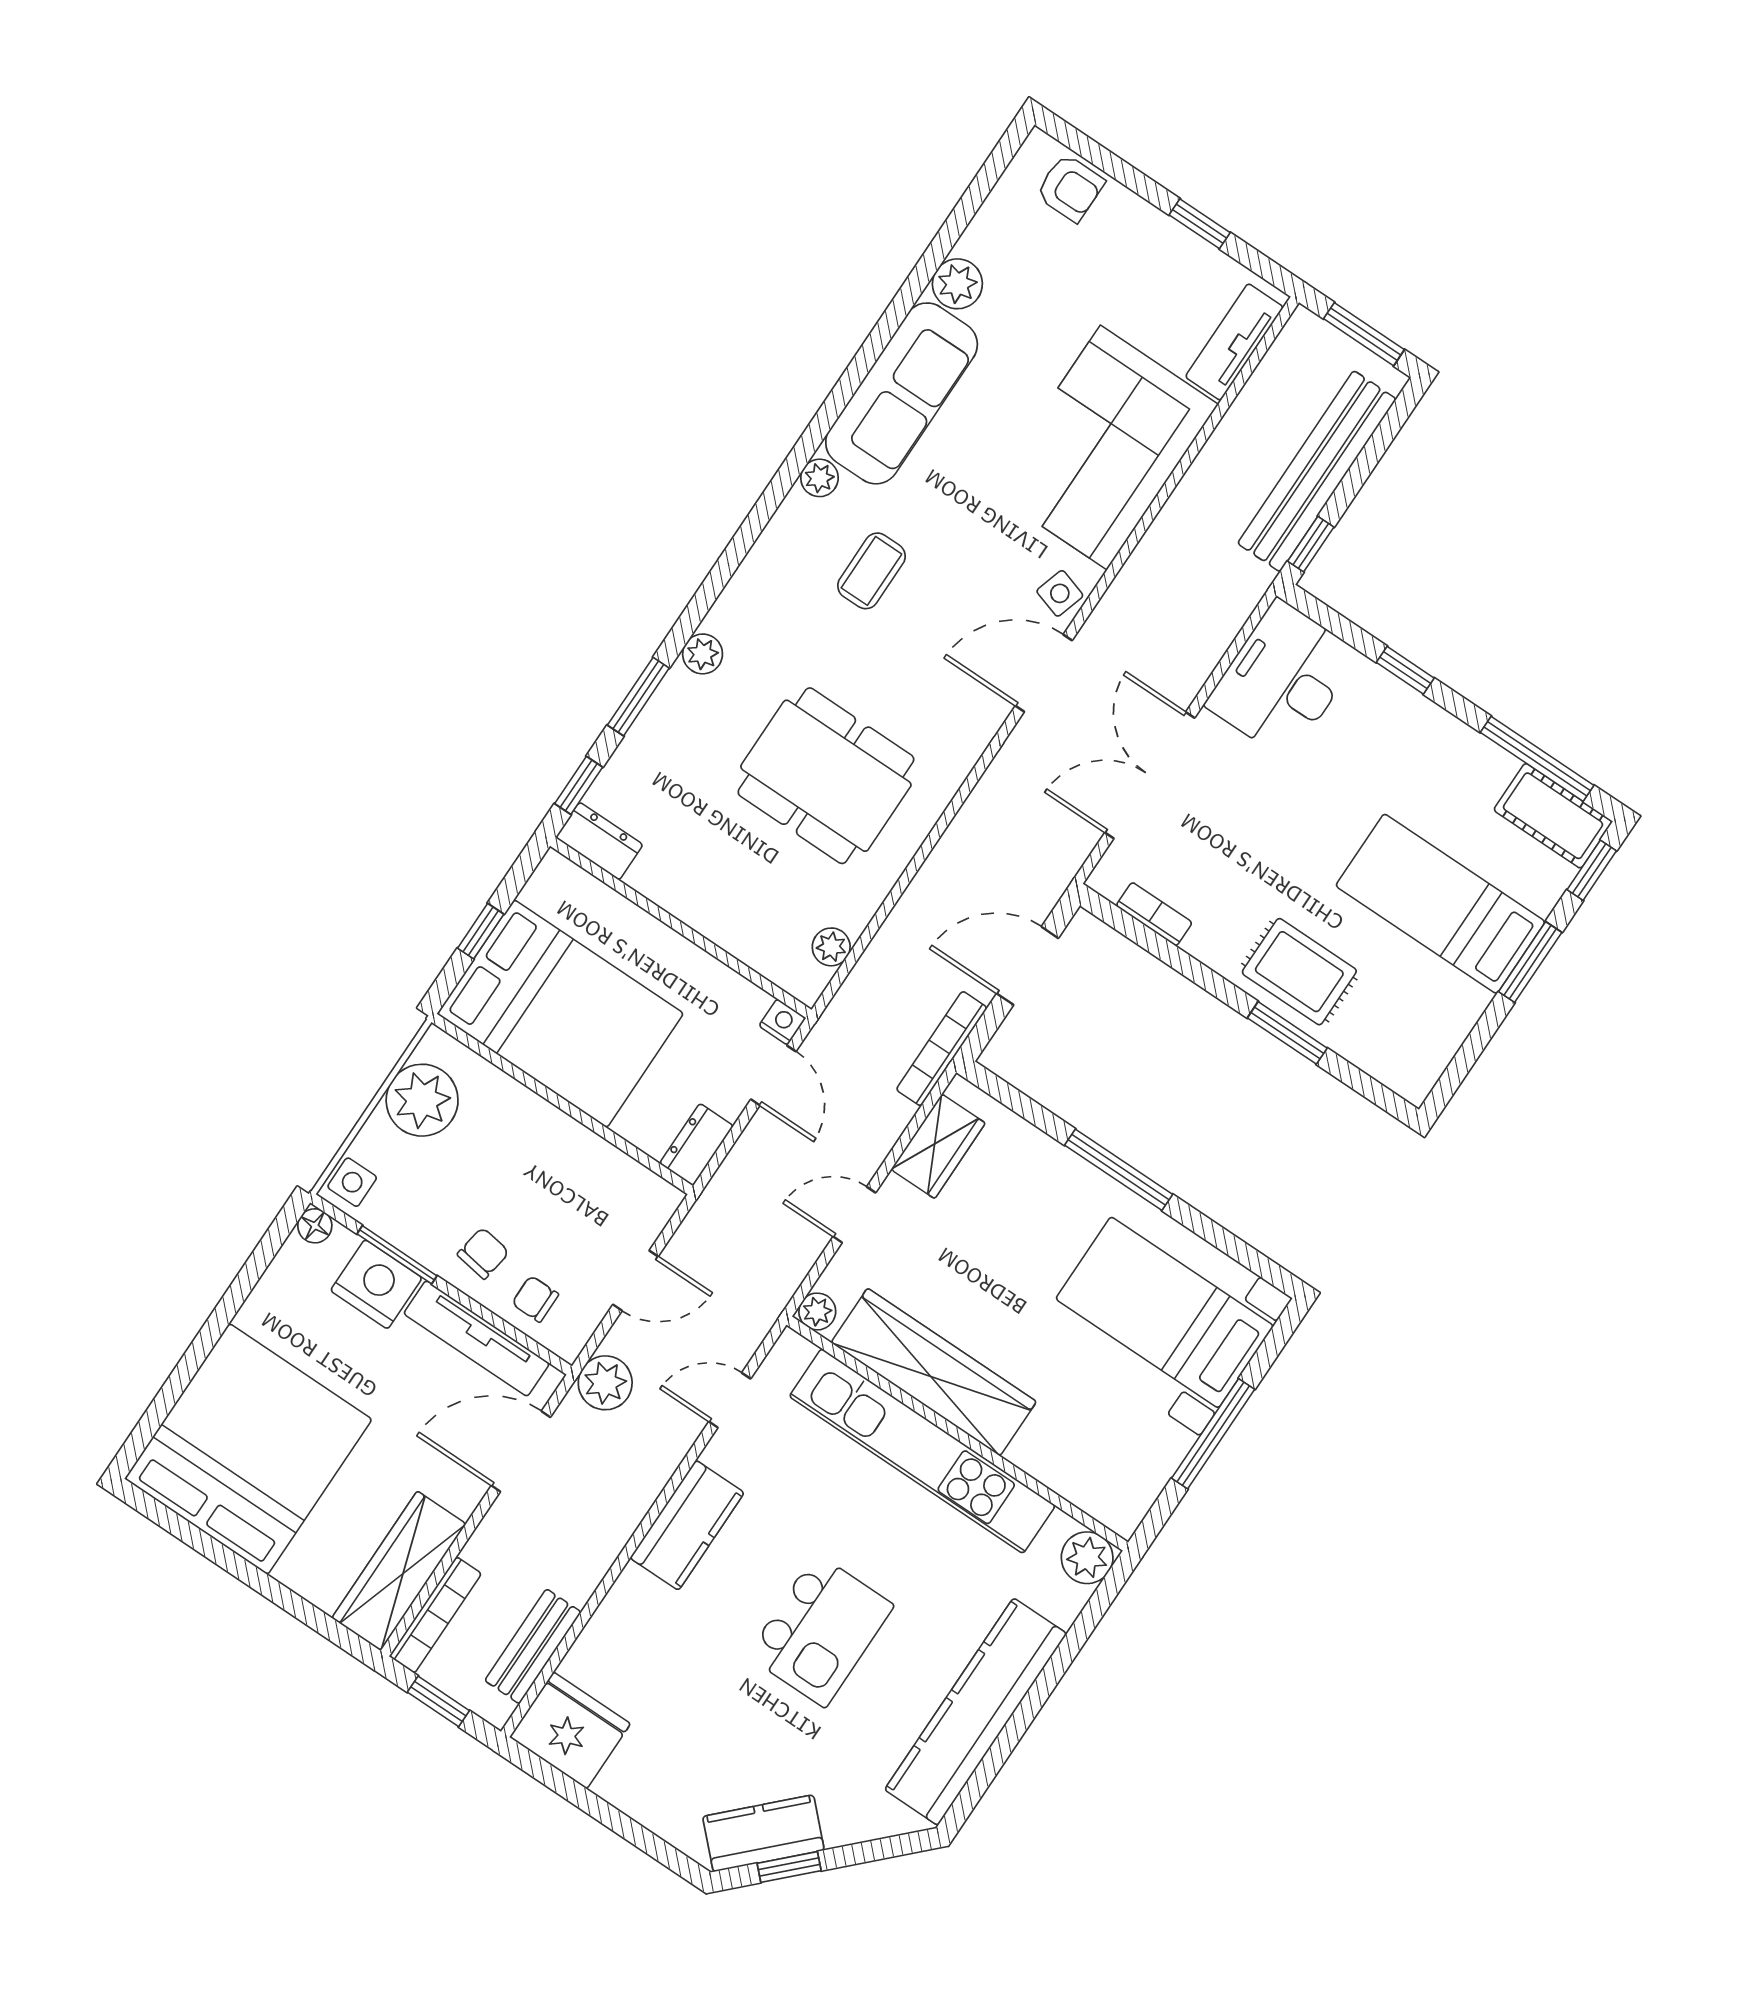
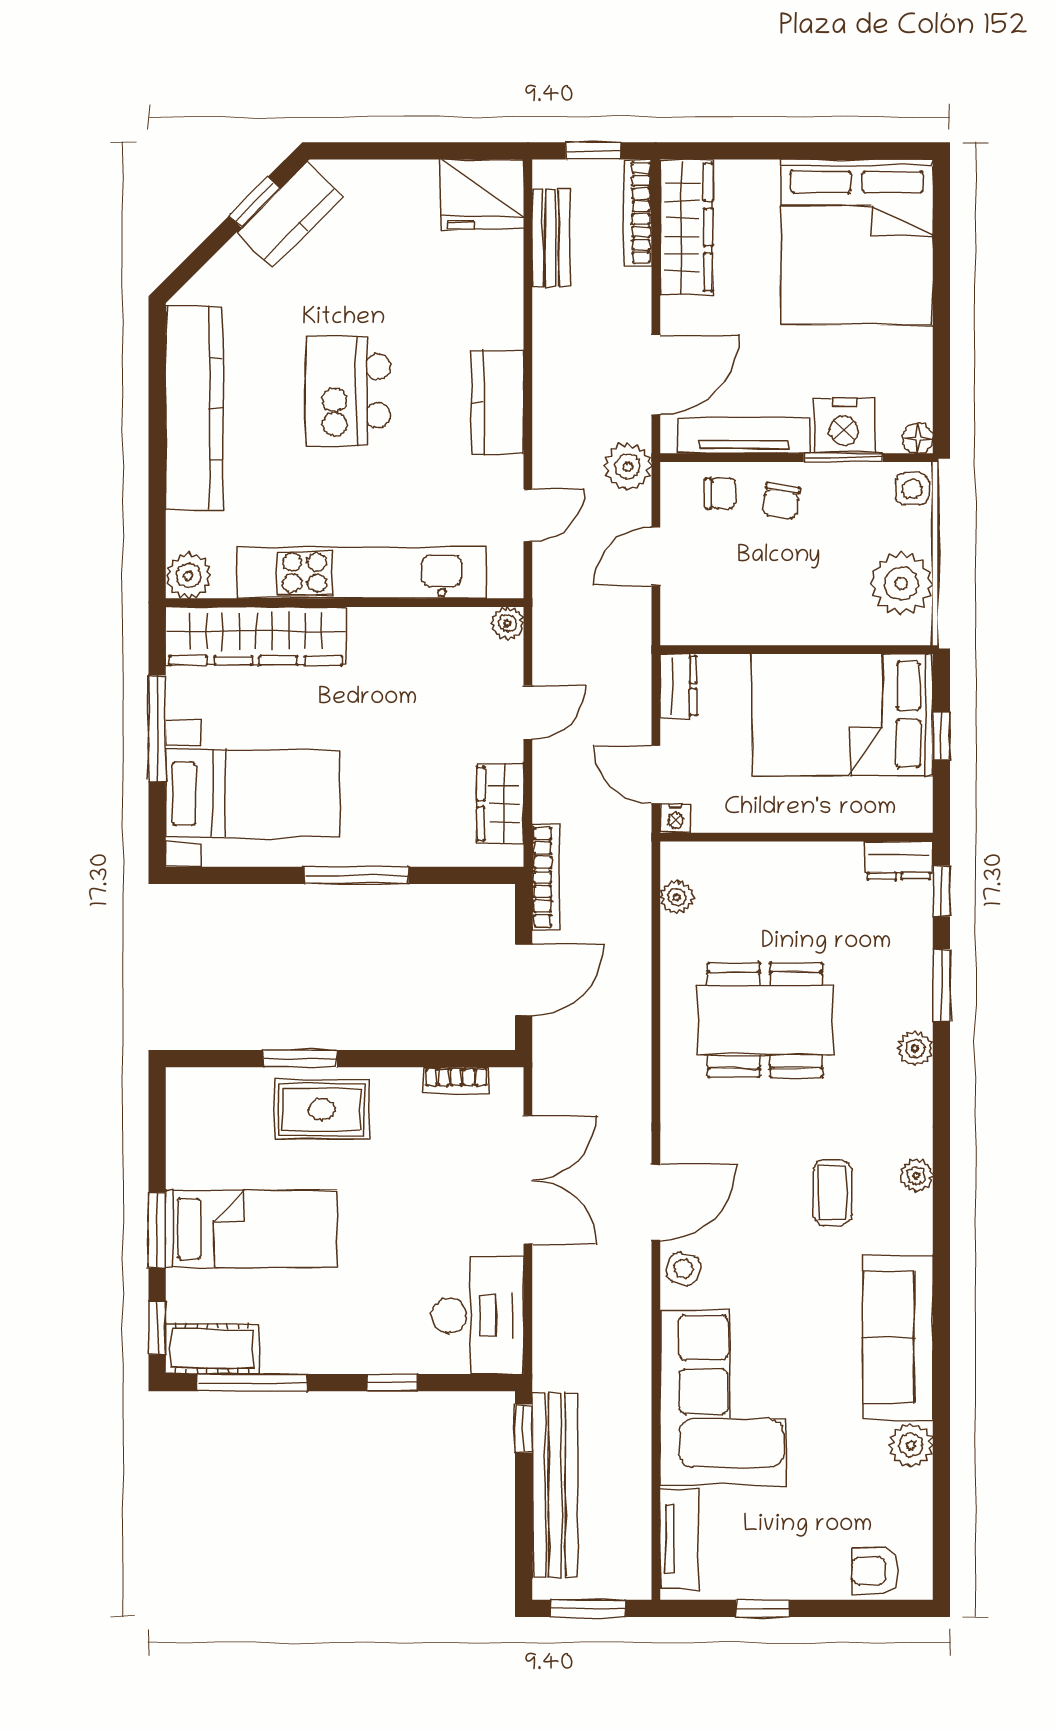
plant: (819, 478) -> (916, 1175), moved
wardrobe: (934, 1372) -> (256, 636), moved

